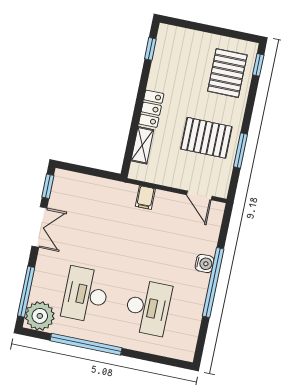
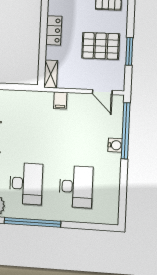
shelving: (142, 145) -> (51, 74), moved
window: (213, 282) -> (126, 131), moved
desk: (86, 295) -> (26, 184), turned 180

